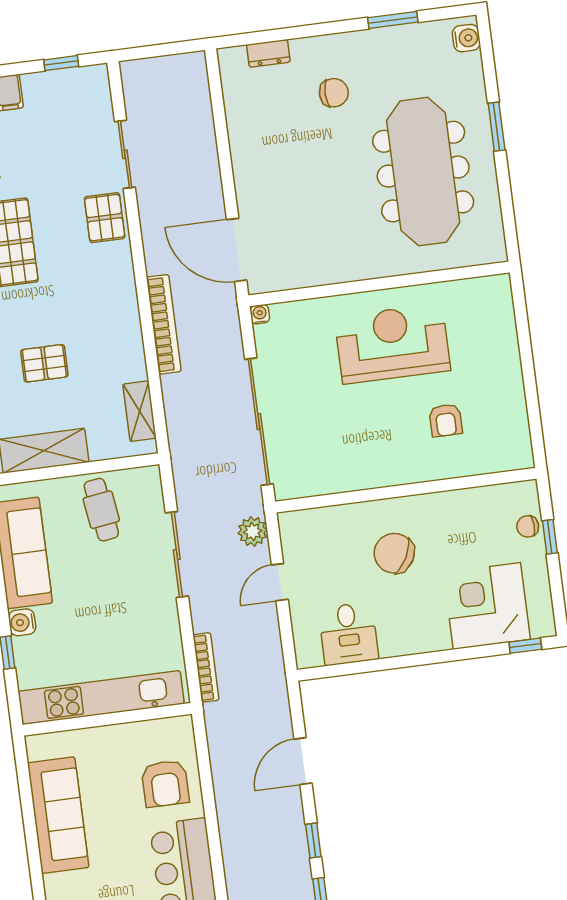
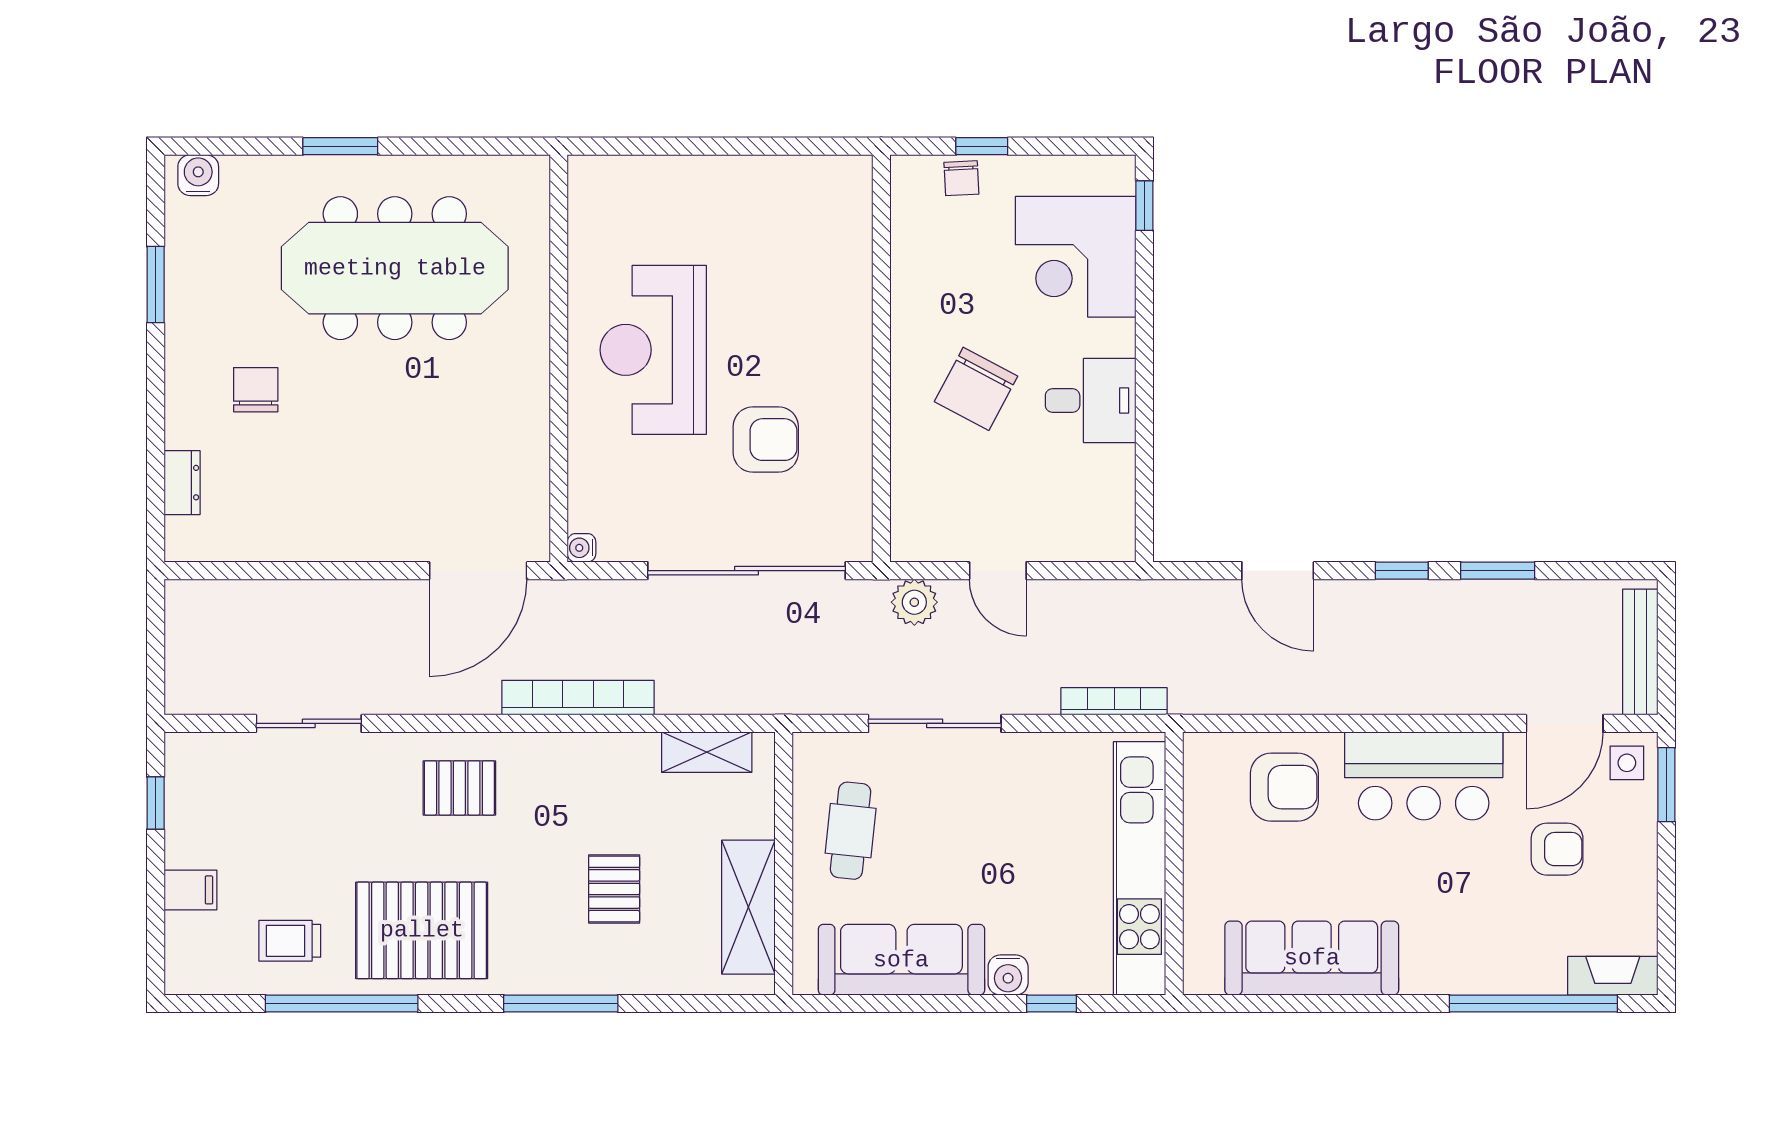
pallet: (105, 218) -> (459, 788), moved
armchair: (446, 420) -> (766, 440), moved, width x1.38, depth x1.38
cafe table: (101, 510) -> (851, 831), turned -76
desk: (348, 634) -> (1091, 400), moved

